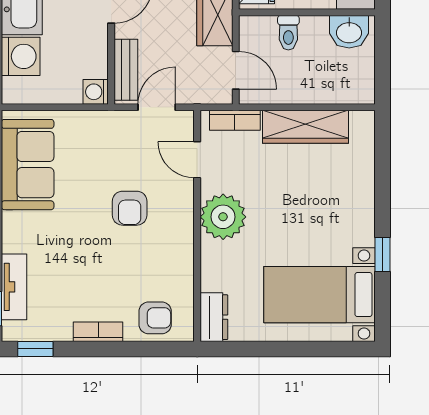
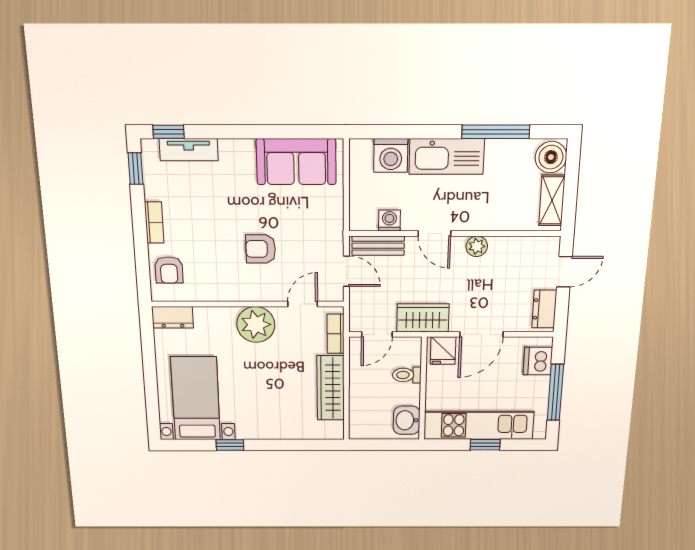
washing machine: (96, 92) -> (389, 220), moved

